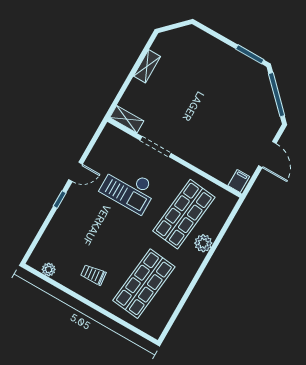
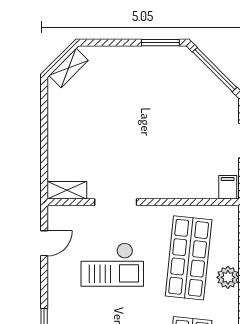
shelving: (147, 66) -> (69, 68), moved, turned 45
door: (76, 172) -> (44, 243), moved

